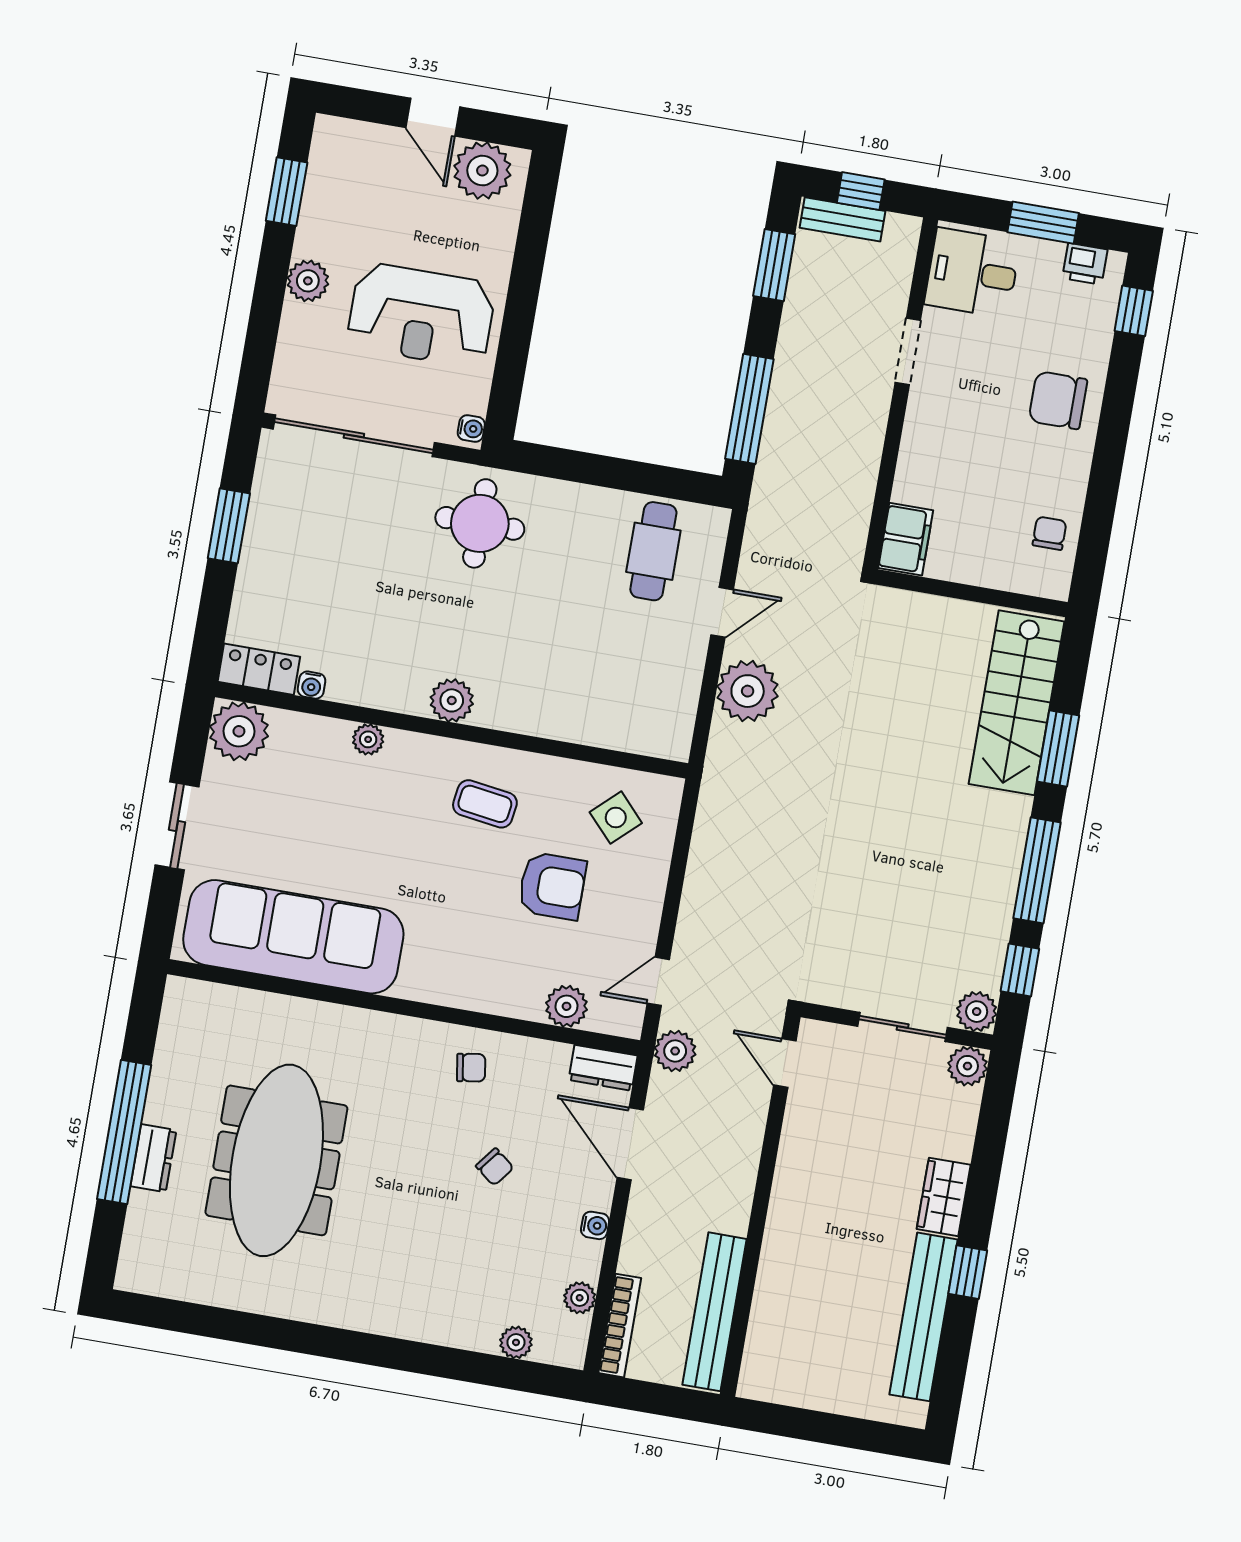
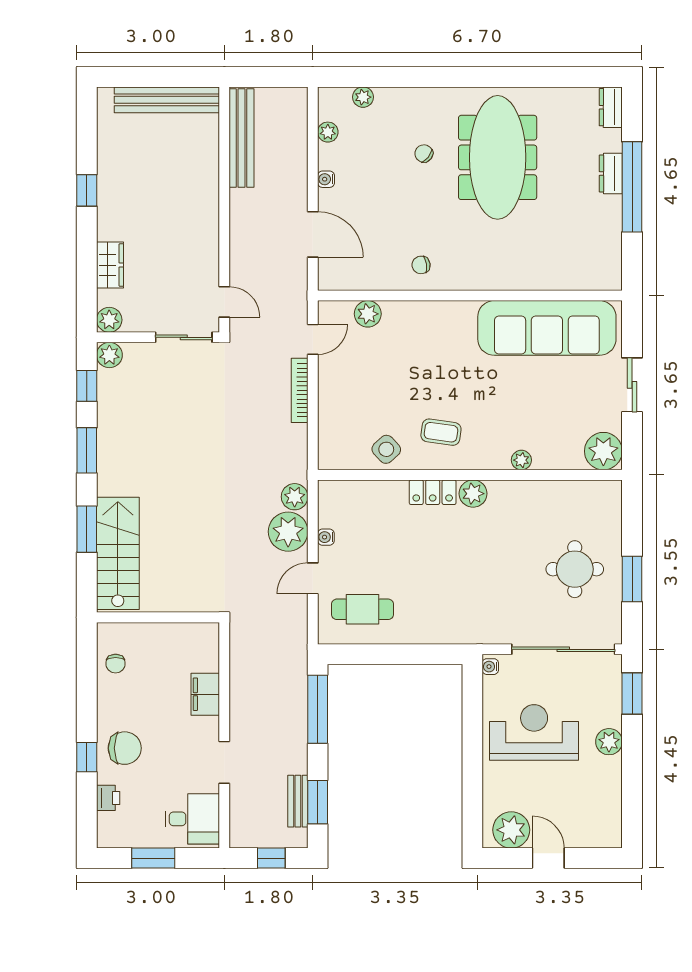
window: (287, 192) -> (632, 693), moved
bench: (842, 219) -> (298, 801), moved, turned 90
printer: (1085, 264) -> (108, 798), moved, turned 90
window: (1134, 311) -> (87, 757), moved
round table: (480, 523) -> (575, 569), moved
filing cabinet: (906, 539) -> (205, 694), moved
cafe table: (653, 551) -> (362, 609), turned 90
locker: (259, 669) -> (433, 492), moved
water cooler: (312, 685) -> (326, 537), moved, turned -90
side table: (616, 818) -> (386, 449), moved
window: (1037, 870) -> (87, 450), width x0.69
armchair: (552, 886) -> (390, 388), removed
sliding door: (903, 1027) -> (184, 337), moved
plant: (675, 1051) -> (295, 497), moved
dresser: (603, 1068) -> (611, 107), moved, turned -90
meeting table: (276, 1160) -> (498, 157), moved
chair: (495, 1167) -> (424, 154), moved
wardrobe: (944, 1197) -> (110, 265), moved
bench: (924, 1317) -> (167, 100), moved, turned 90
bookcase: (620, 1326) -> (300, 390), moved

